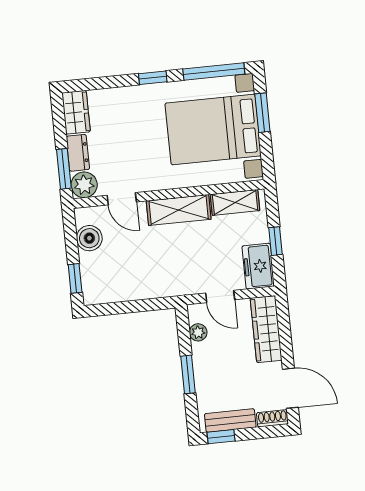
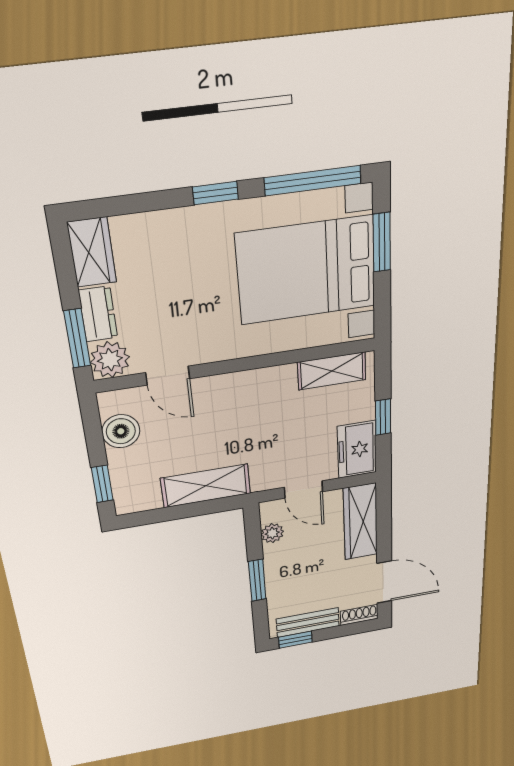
shelving: (179, 210) -> (206, 486), moved

